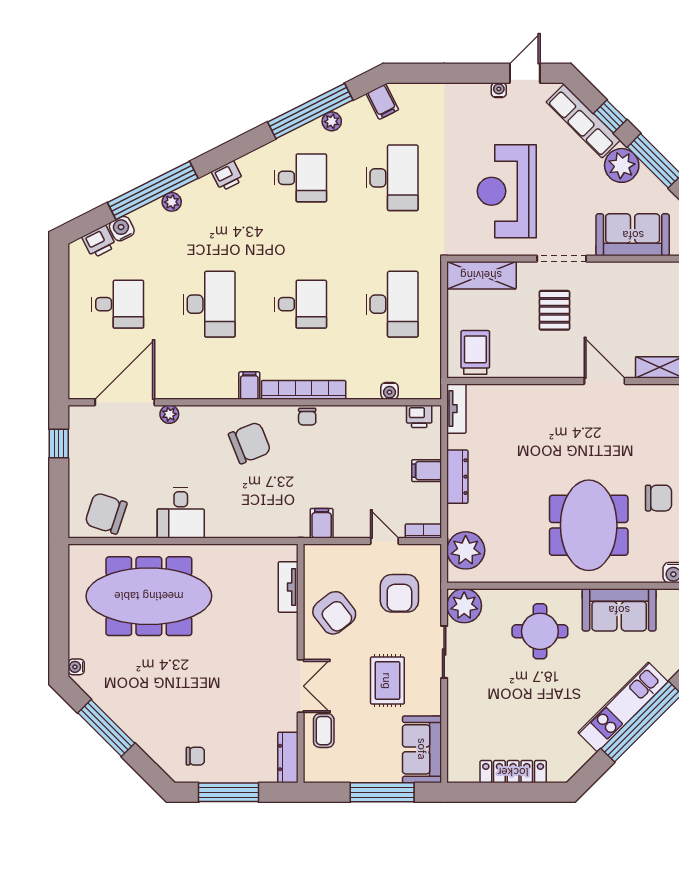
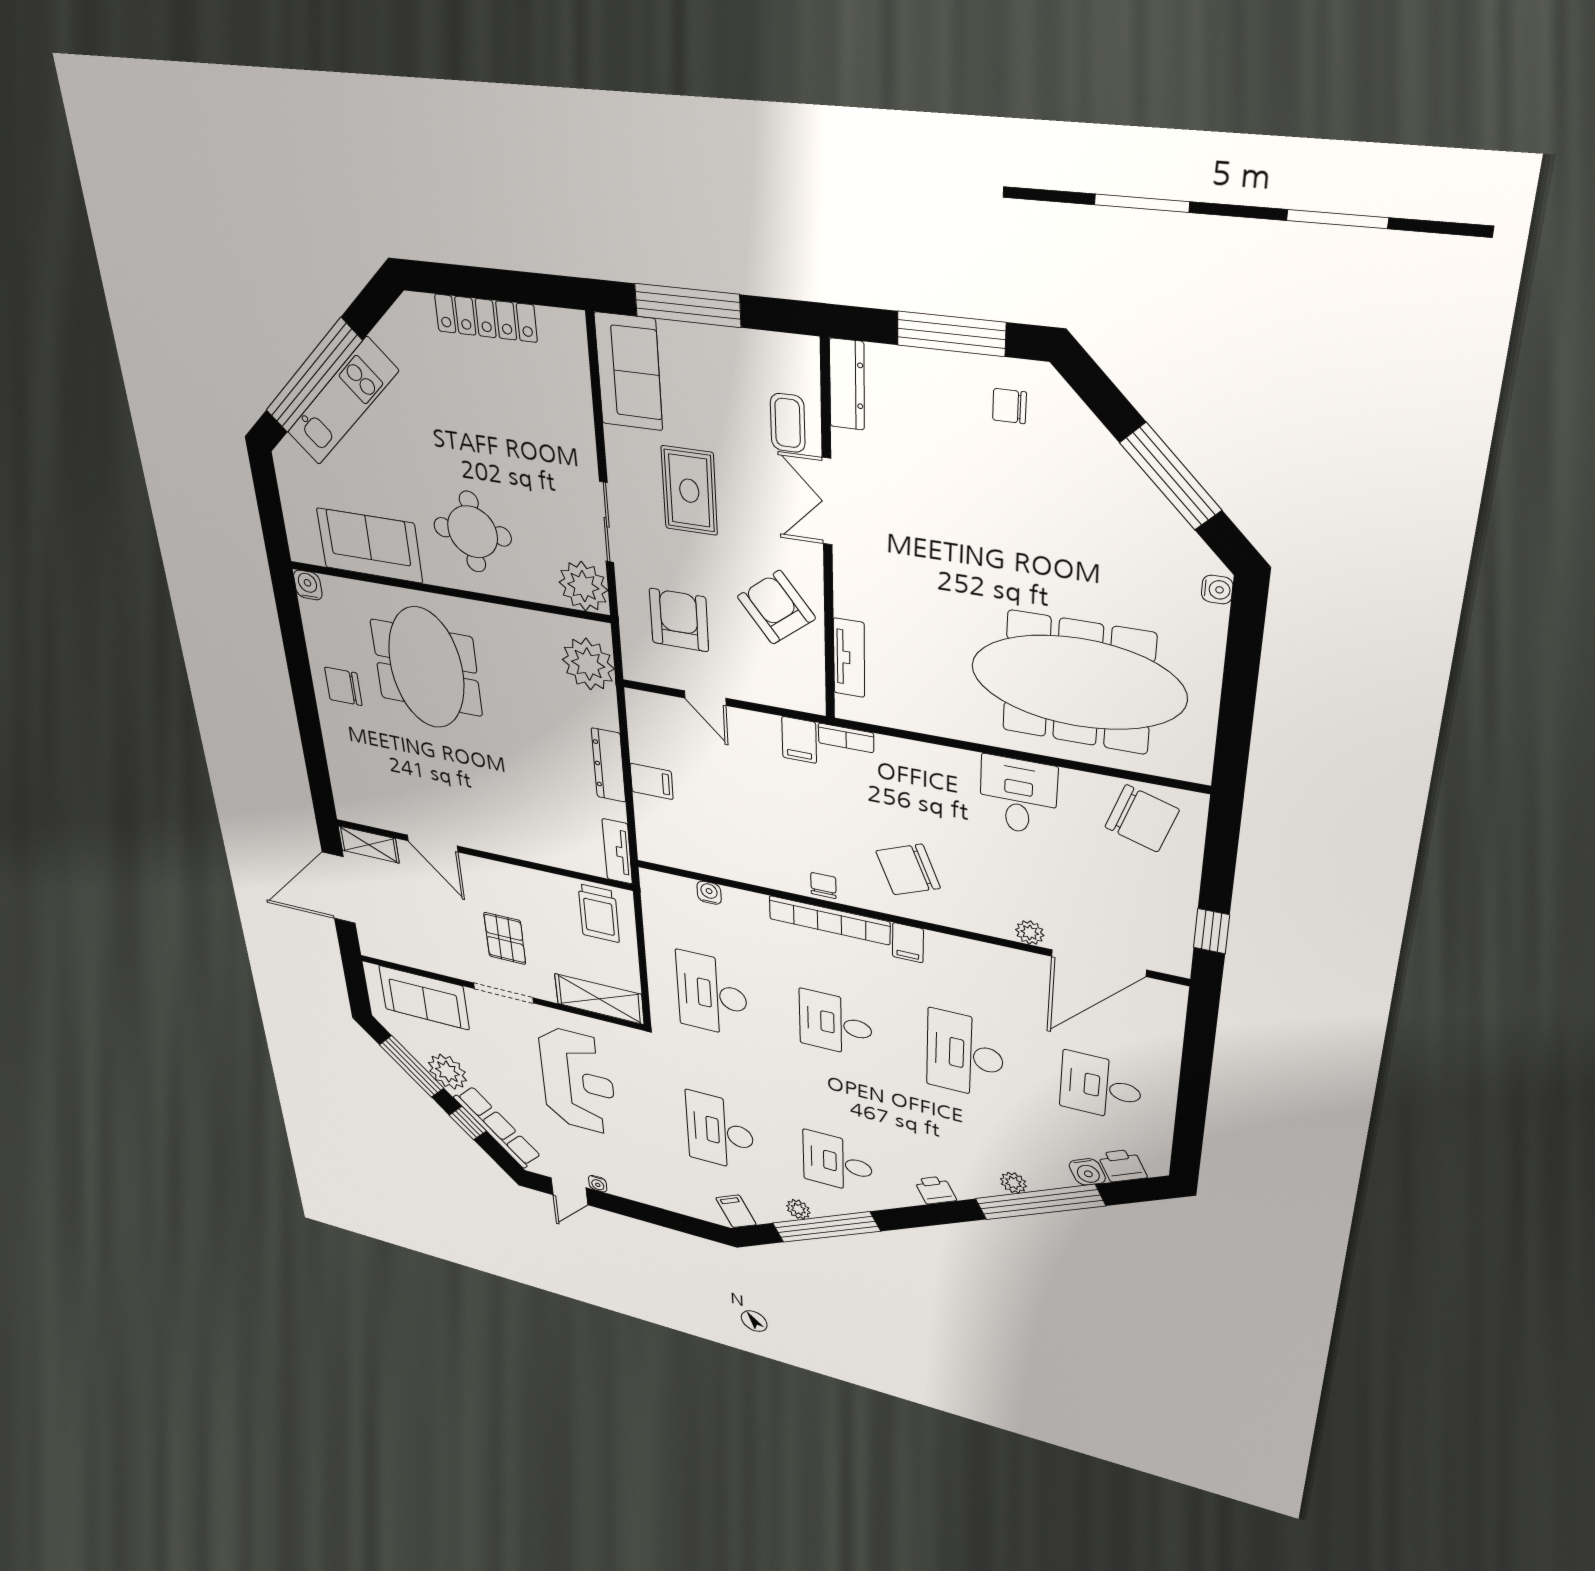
printer: (419, 416) -> (667, 852), removed
bookcase: (423, 531) -> (846, 738), moved

